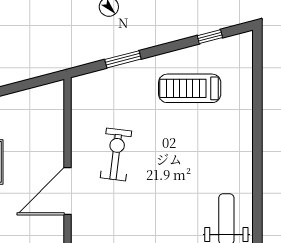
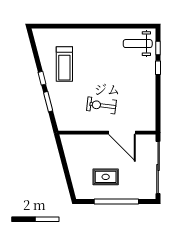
window: (210, 37) -> (42, 78), moved

